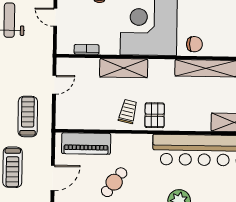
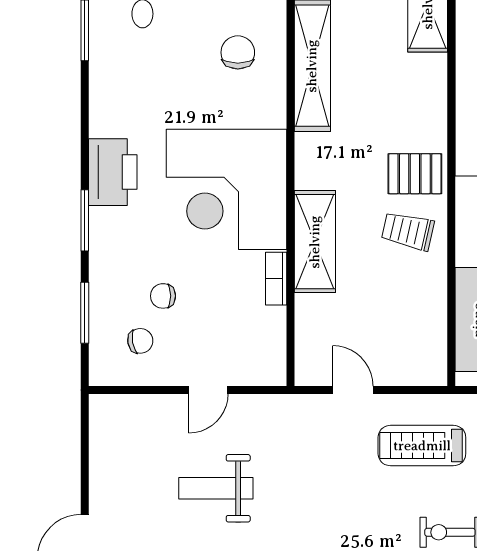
chair: (194, 44) -> (238, 52), moved
bookcase: (87, 49) -> (276, 279), moved

